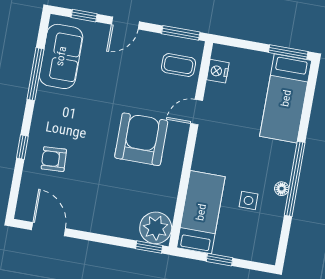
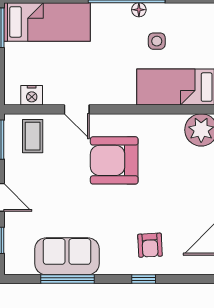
sofa: (61, 56) -> (67, 256), moved

